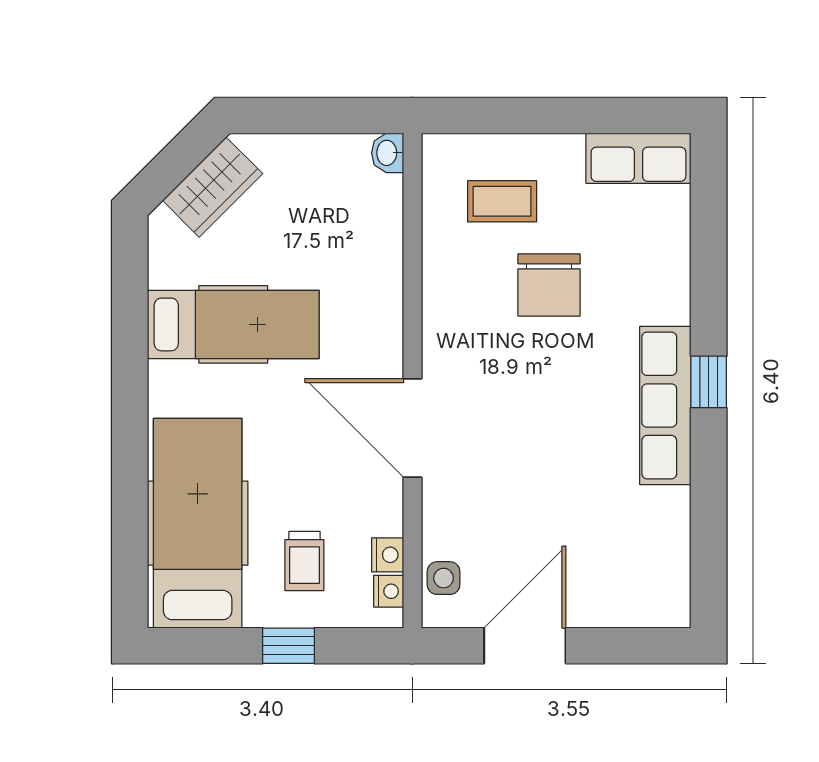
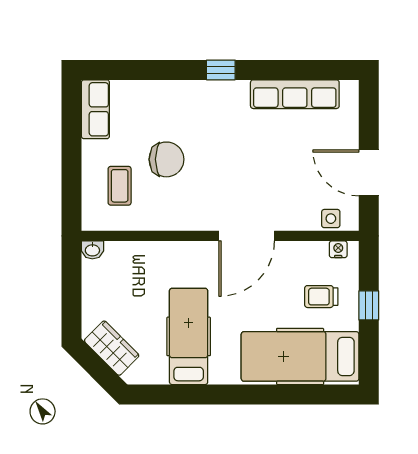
row of seats: (665, 405) -> (295, 94), moved
nightstand: (388, 555) -> (318, 250), removed
trolley: (304, 561) -> (321, 297), turned 180

